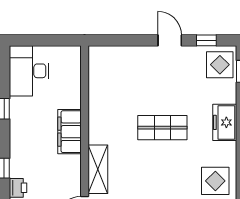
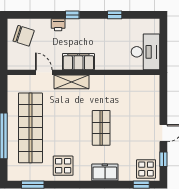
desk: (29, 71) -> (146, 52), moved, turned 90
filing cabinet: (70, 132) -> (78, 62), moved

